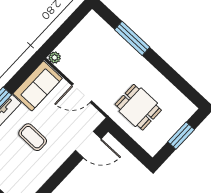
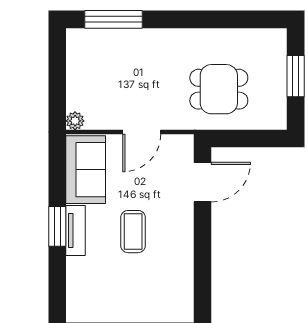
window: (132, 38) -> (114, 19), moved
coffee table: (33, 137) -> (133, 232), turned 90

